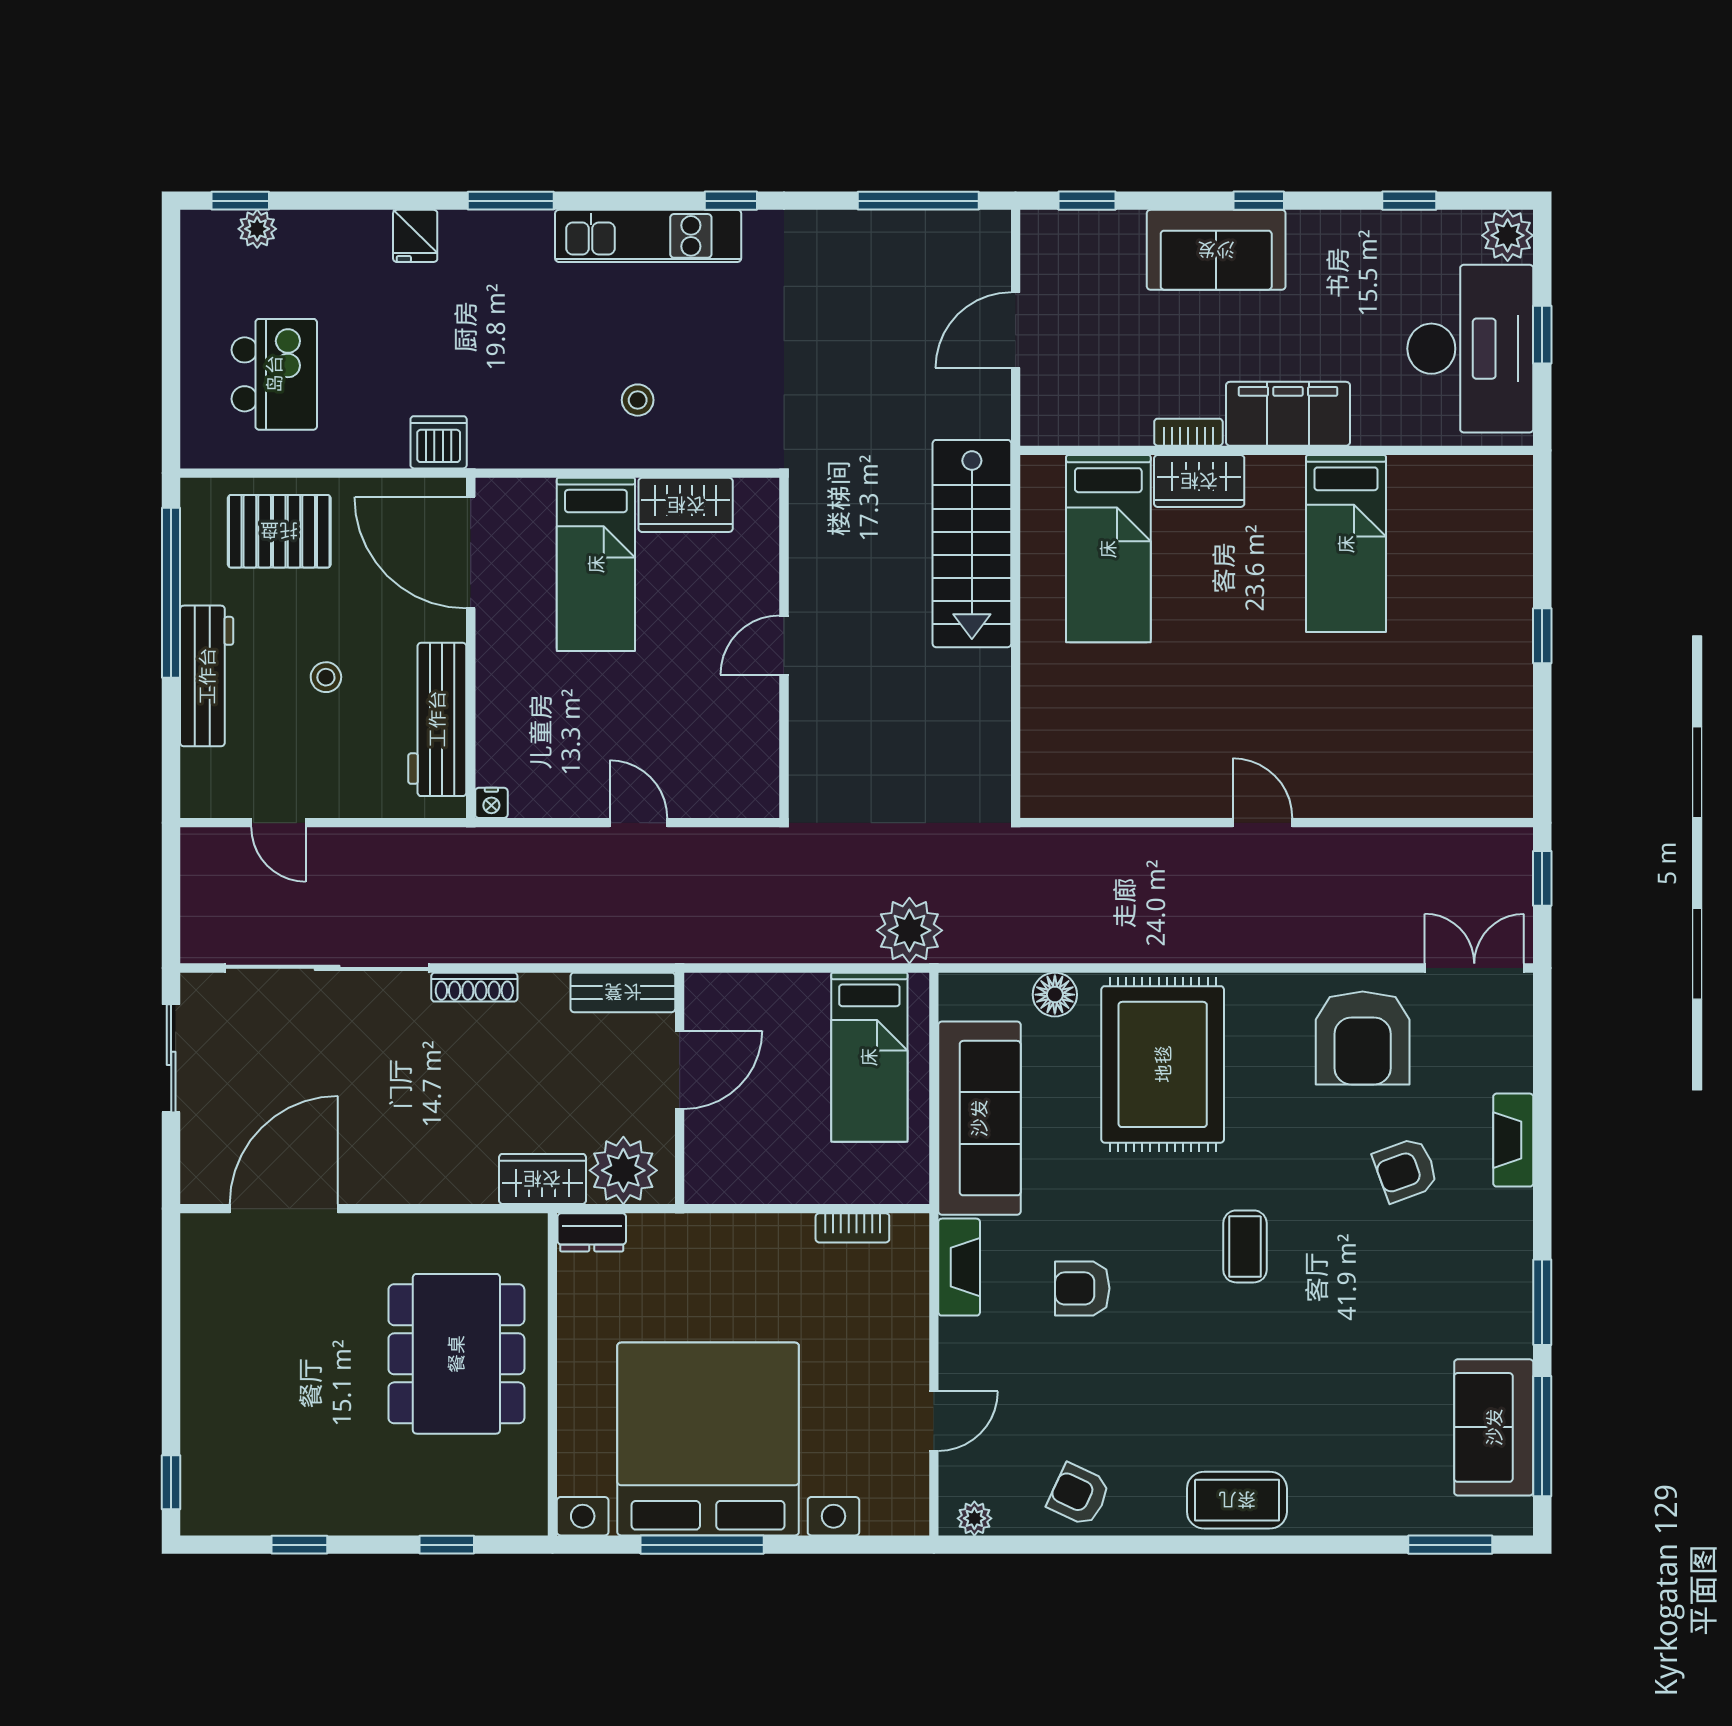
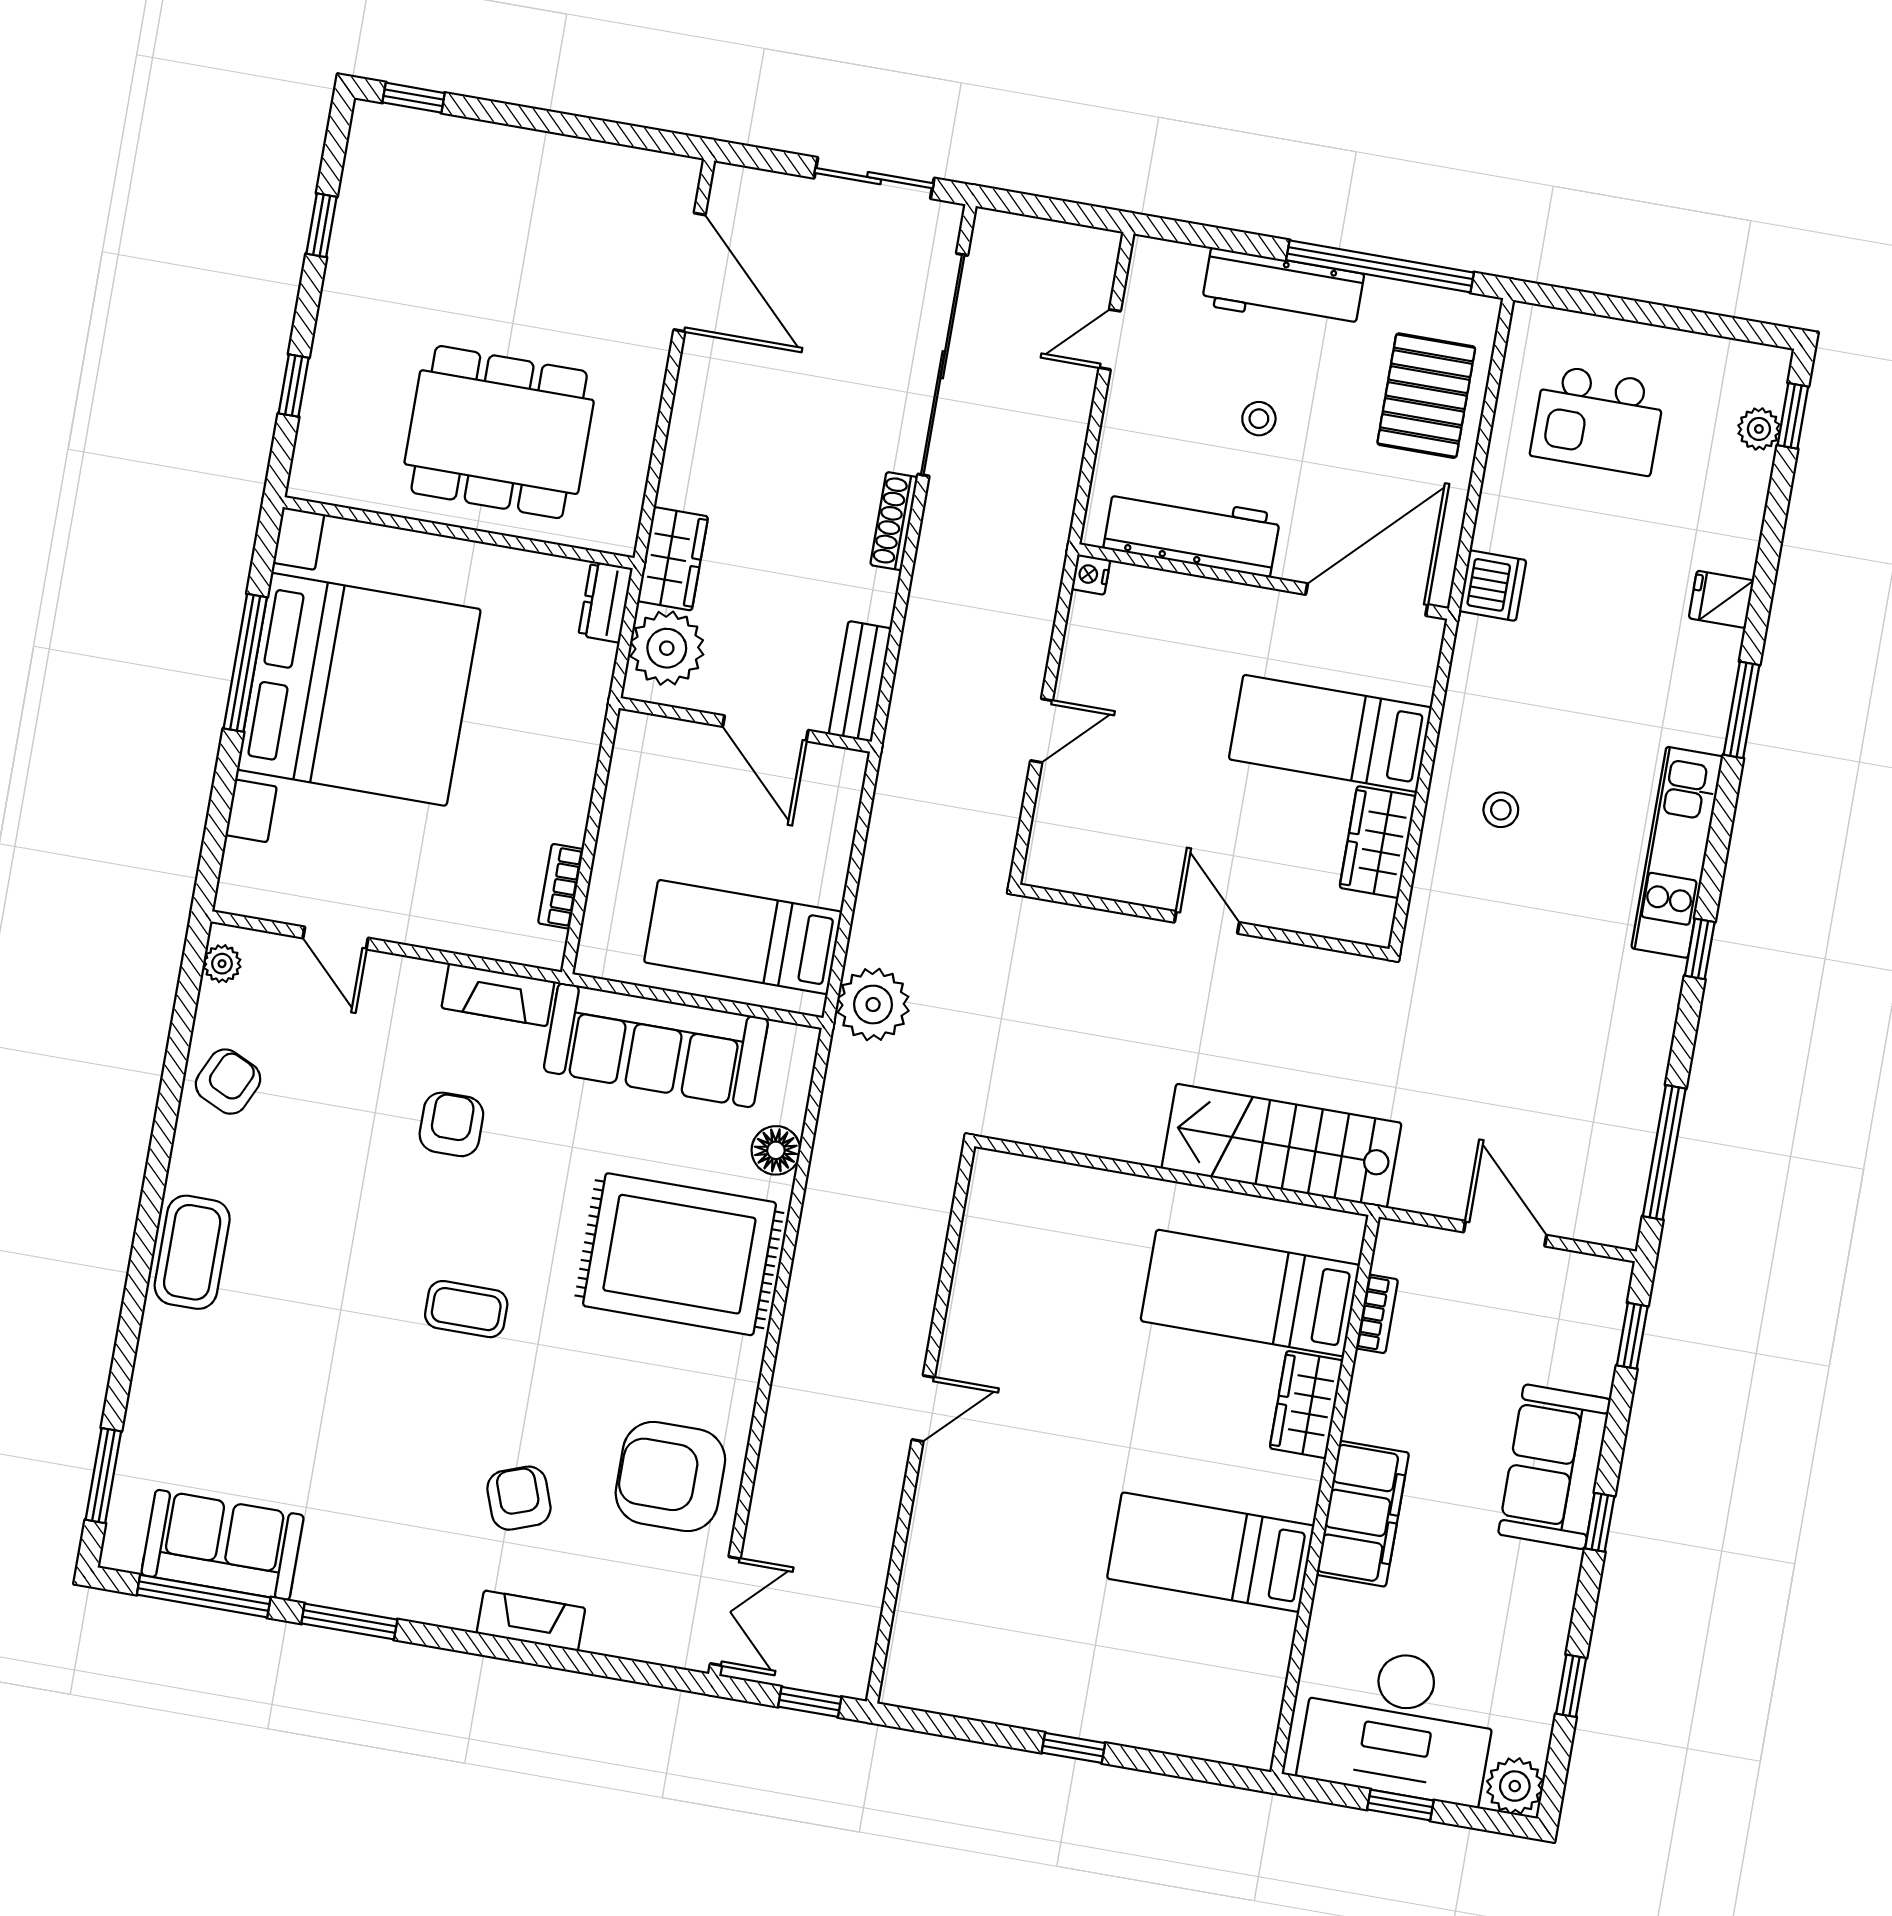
bookcase: (1188, 432) -> (1377, 1314), moved

